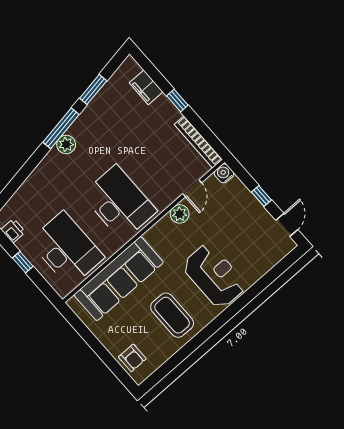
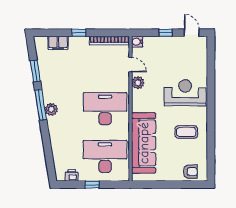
coffee table: (172, 315) -> (186, 132), width x0.73, depth x0.76

